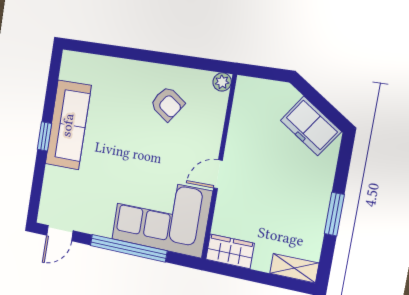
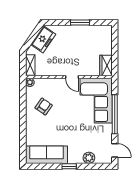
sofa: (68, 125) -> (46, 155), moved
plant: (54, 179) -> (89, 158), added
shelving: (294, 268) -> (30, 65), moved

